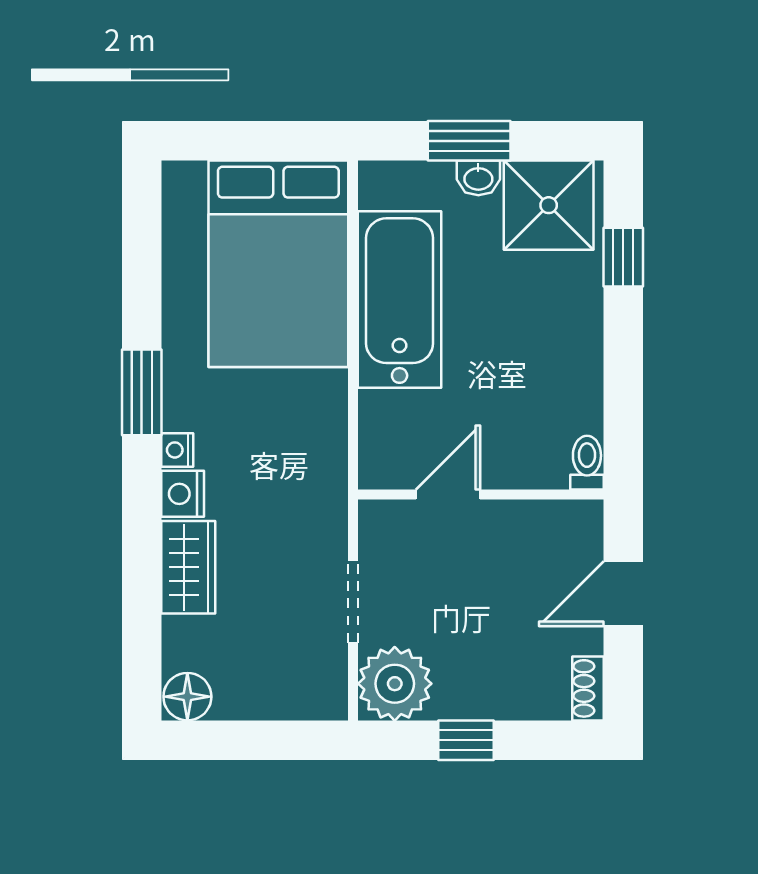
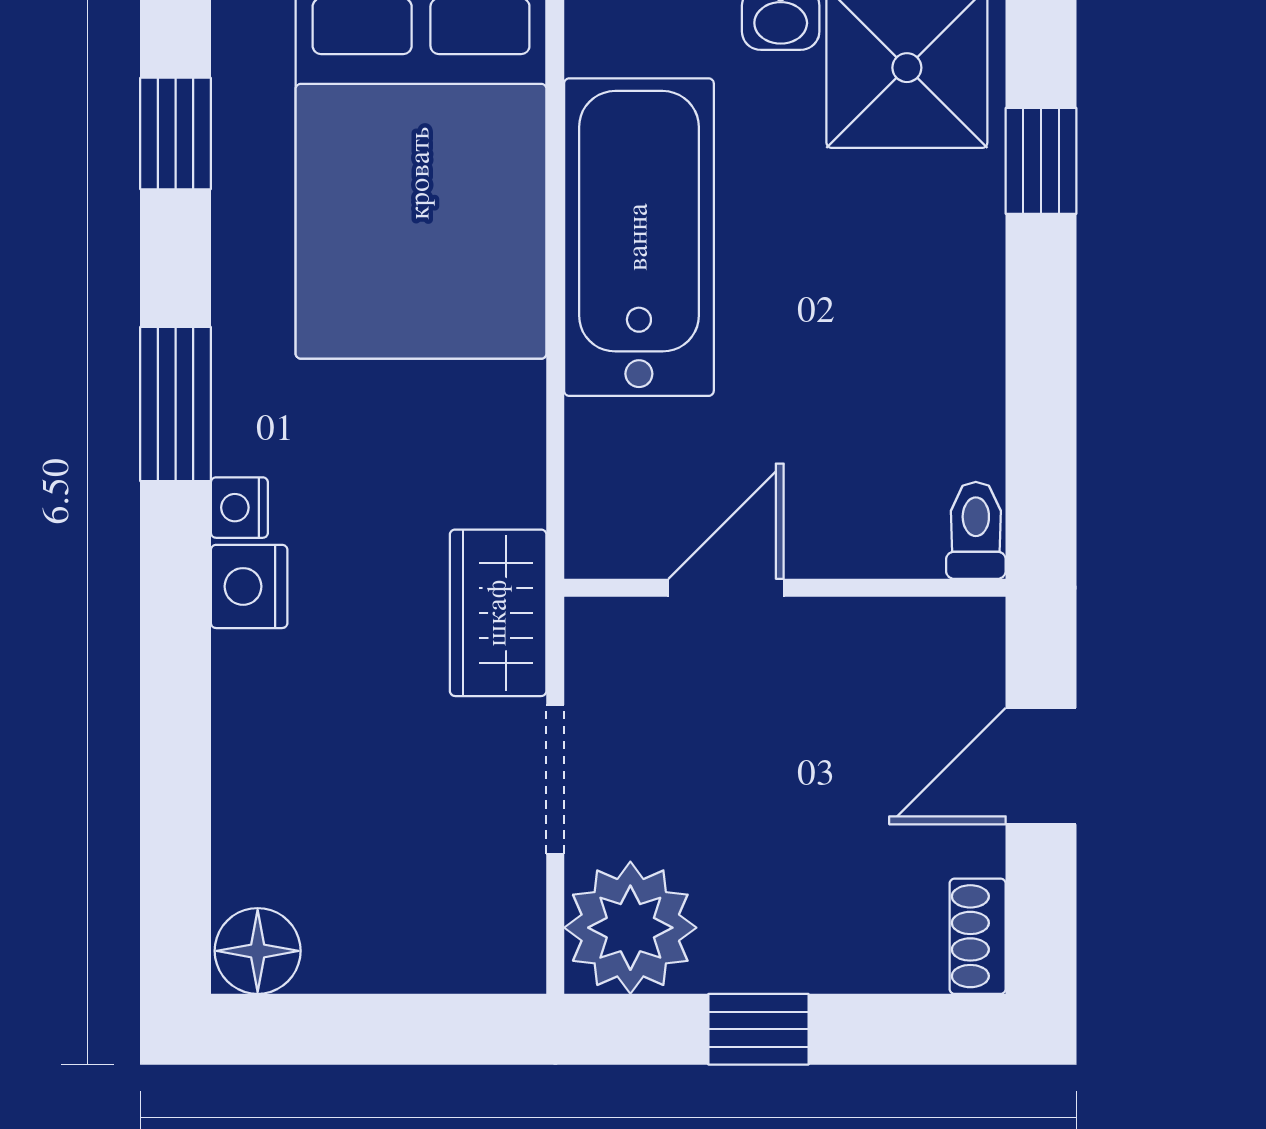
window: (142, 242) -> (176, 133), added
wardrobe: (188, 567) -> (498, 613), moved, turned 180

